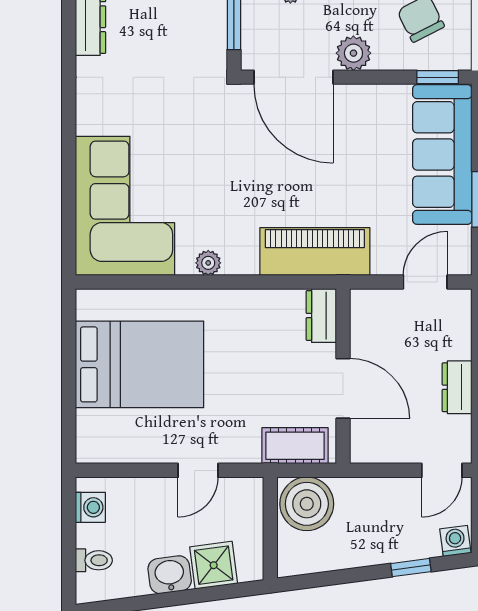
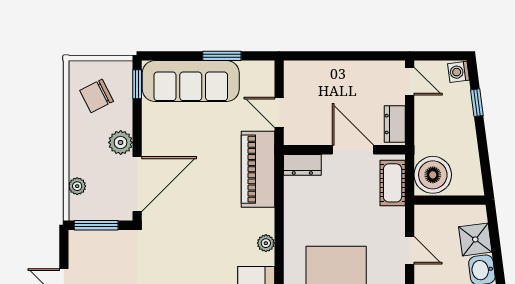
door: (425, 282) -> (279, 112), moved
dresser: (457, 387) -> (395, 124), moved, turned 90
door: (343, 388) -> (353, 150), hinge flipped

